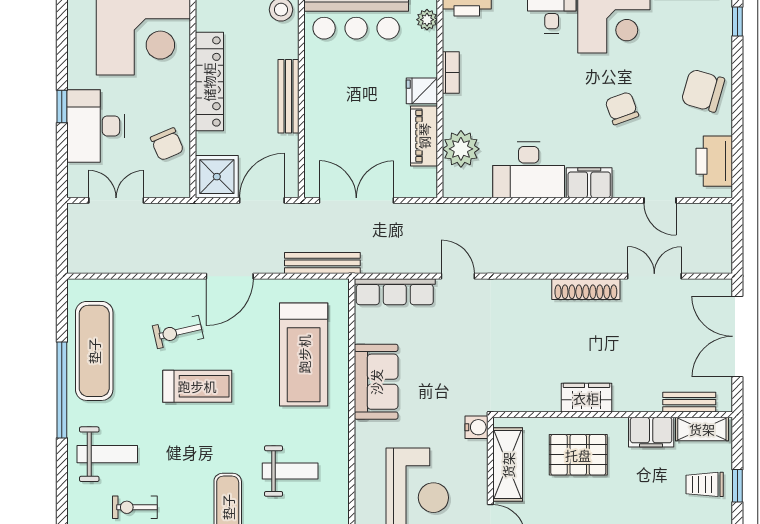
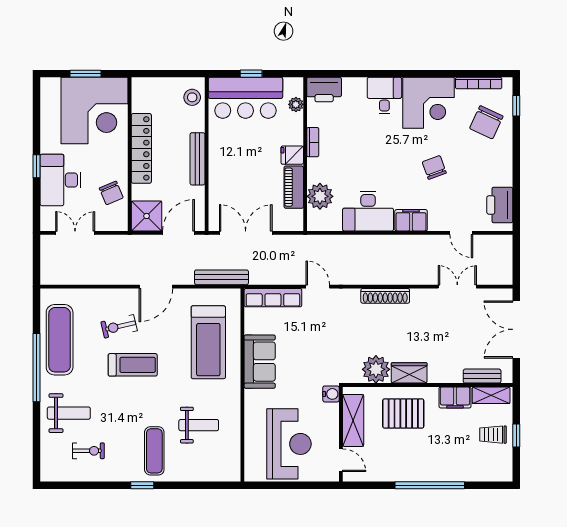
chair: (703, 91) -> (486, 122), moved, turned -81
shoe rack: (586, 289) -> (385, 296), moved
plant: (540, 393) -> (376, 369), added
exercise bike: (135, 507) -> (88, 451), turned 180

